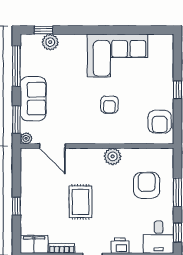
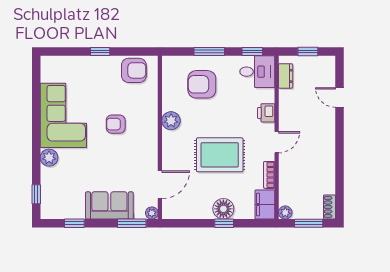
plant: (50, 42) -> (49, 158), moved
window: (16, 66) -> (74, 223), width x0.46
armchair: (109, 105) -> (116, 124), turned 180
rug: (81, 202) -> (220, 155), width x1.36, depth x1.43
floor lamp: (30, 205) -> (223, 209), added

